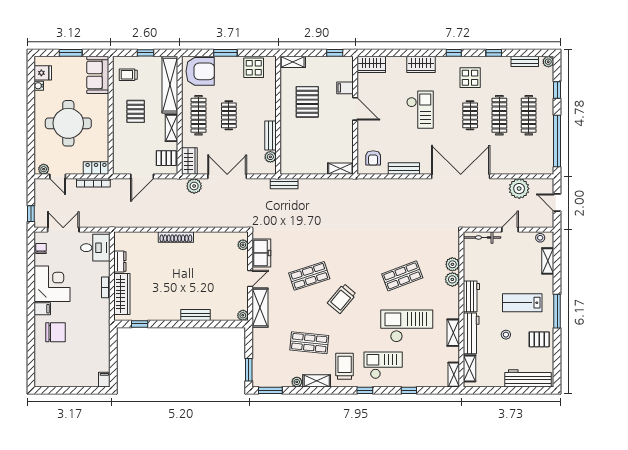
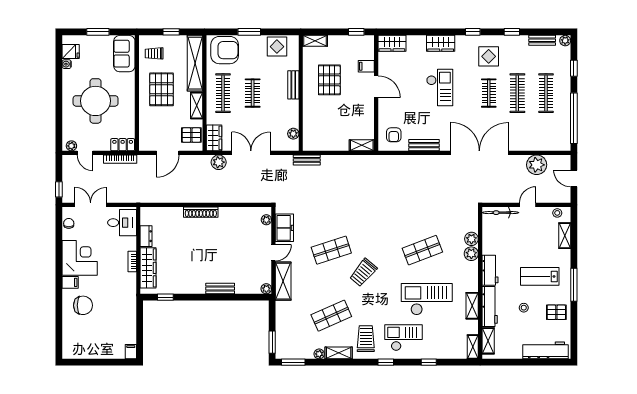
pallet: (136, 111) -> (161, 89), width x1.50, depth x1.42
bench: (270, 135) -> (293, 85), moved
shop shelf: (309, 343) -> (331, 316), turned -30

